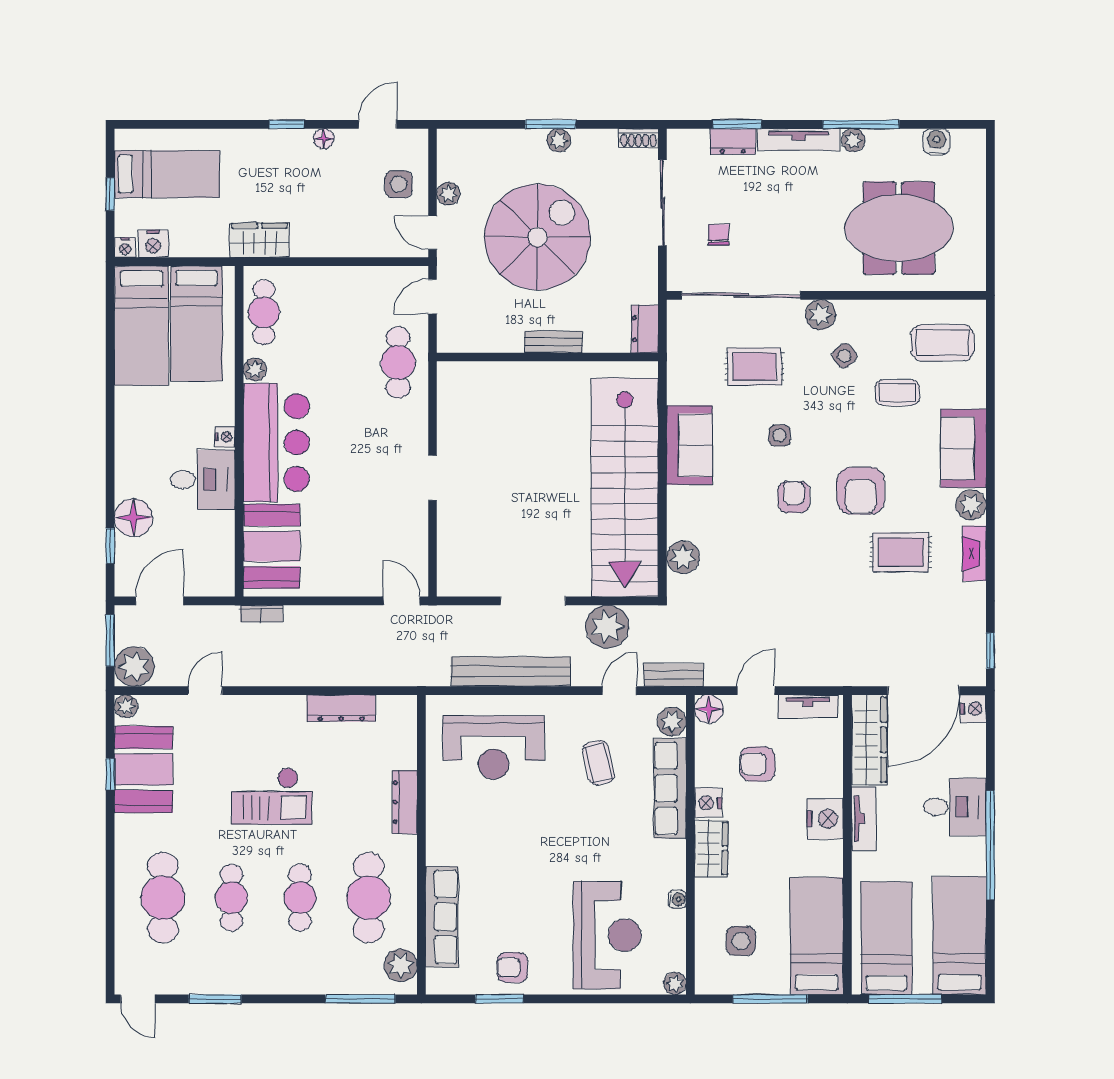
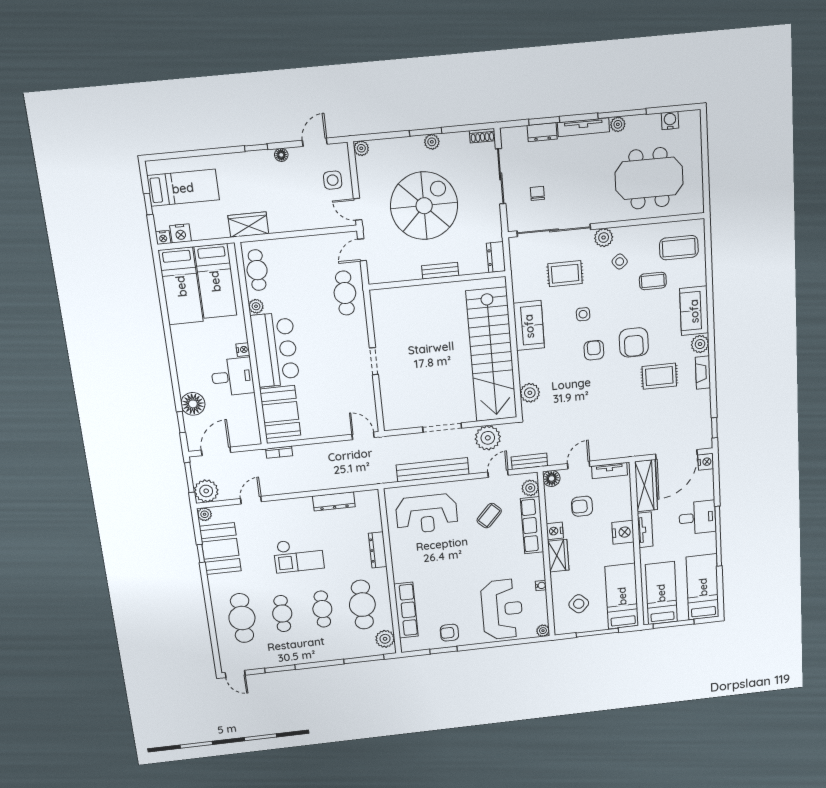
plant: (448, 194) -> (361, 148), moved
coffee table: (599, 763) -> (489, 516), turned 56
side table: (741, 941) -> (579, 604), turned 45

